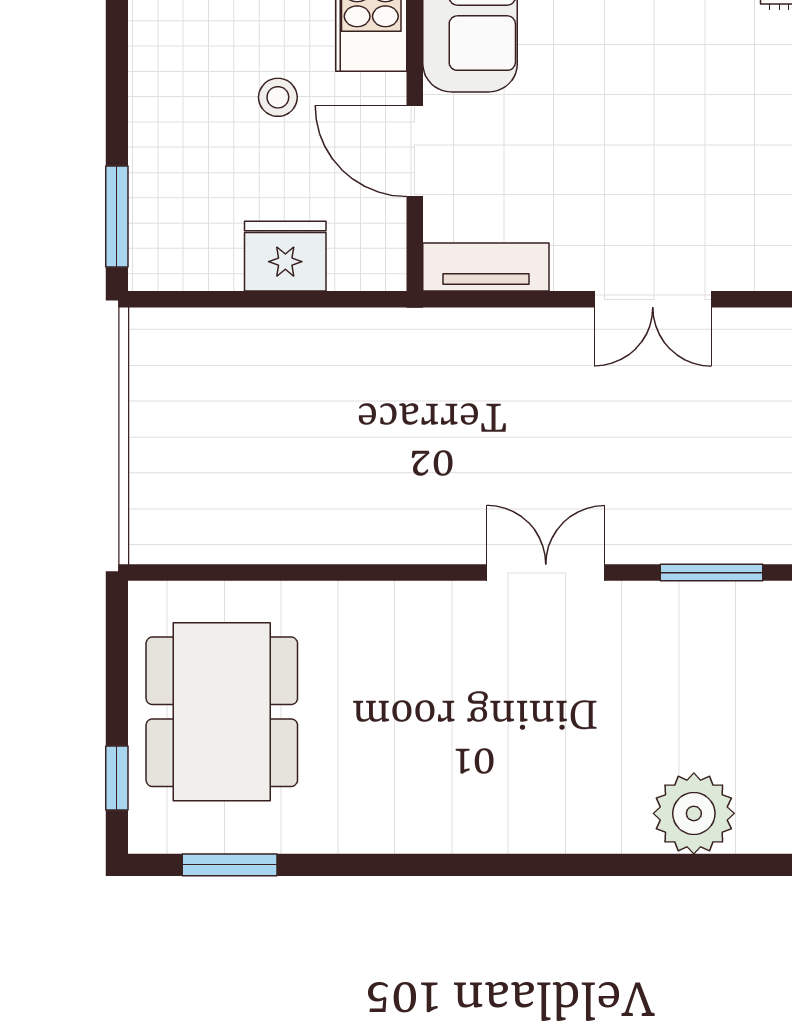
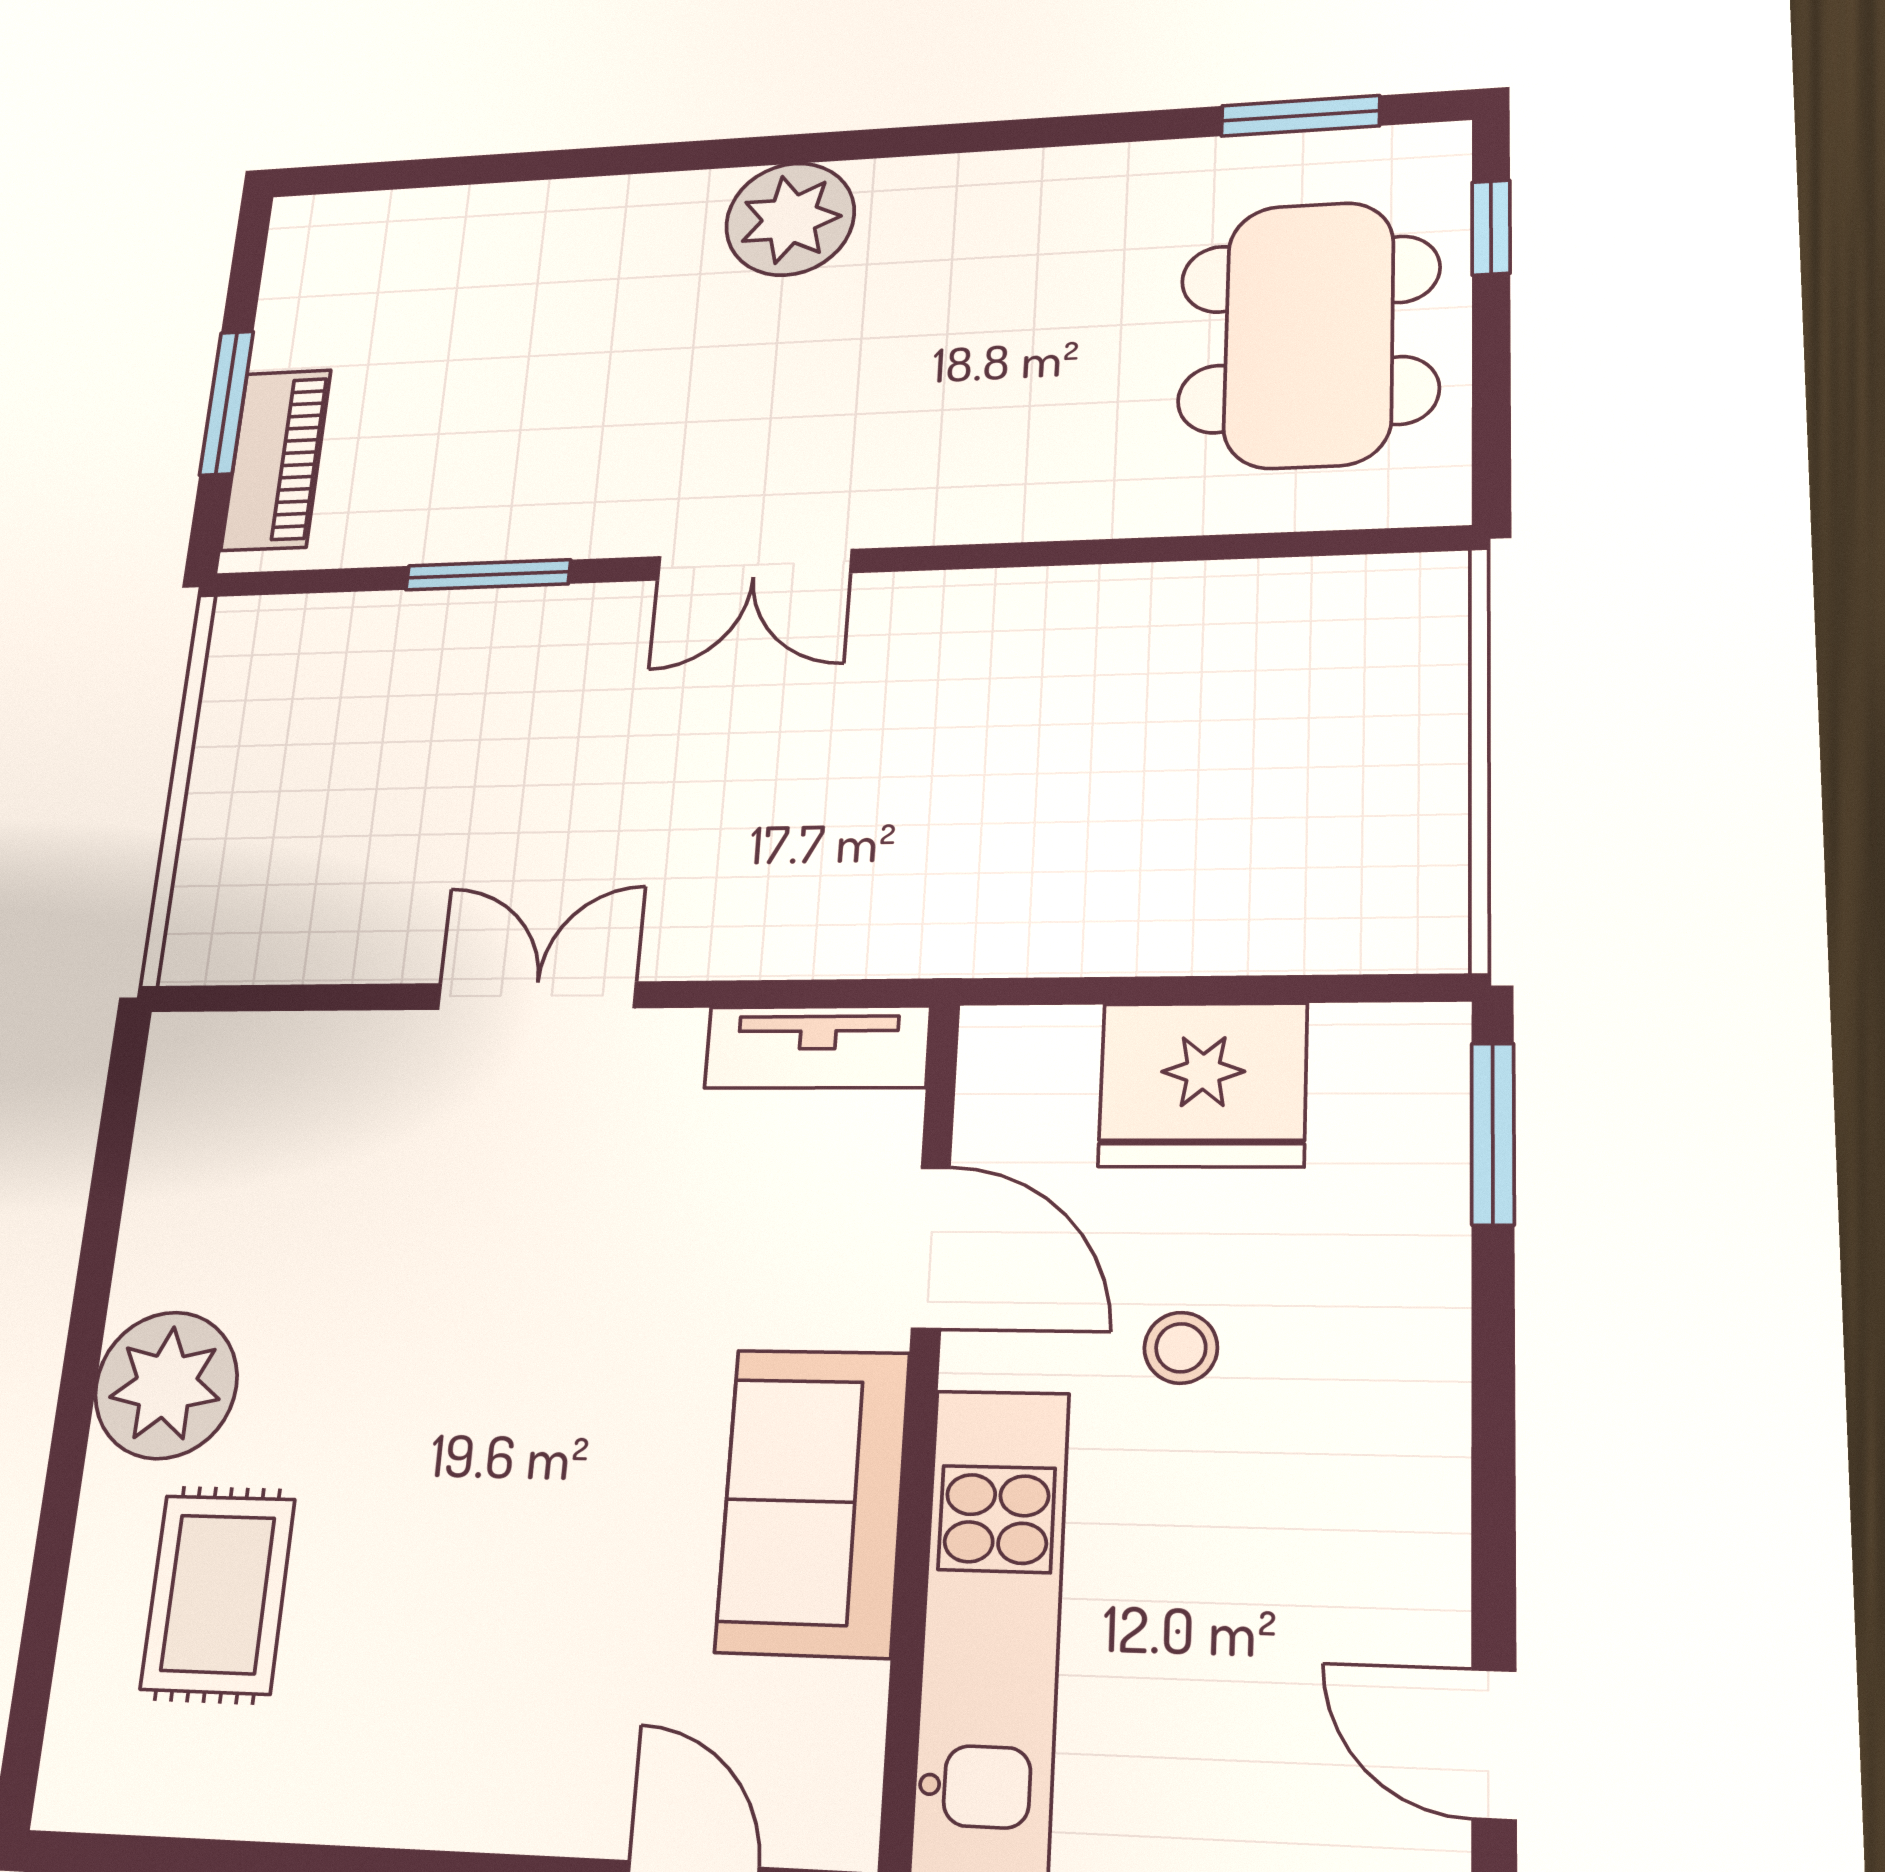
fridge: (285, 256) -> (1203, 1085), width x1.36, depth x1.34
plant: (694, 813) -> (790, 219), moved

